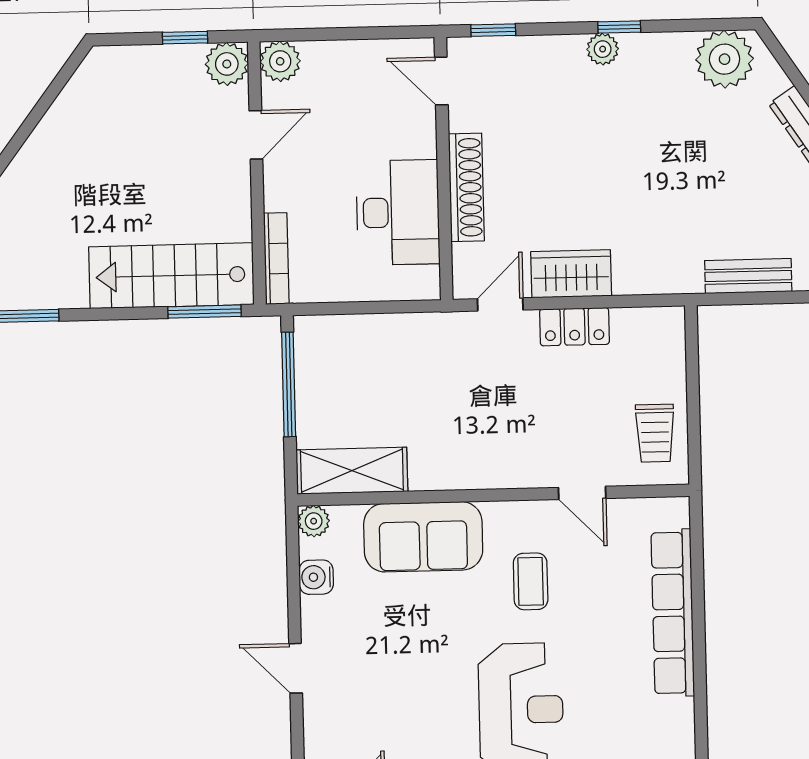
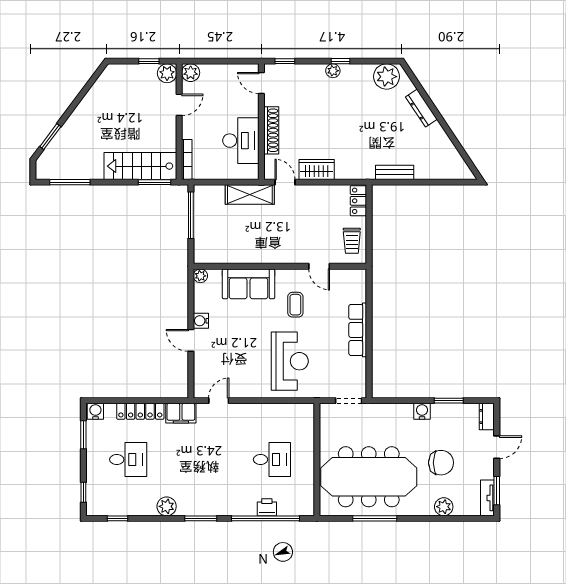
door: (500, 304) -> (285, 182), hinge flipped
locker: (574, 327) -> (358, 201), moved, turned 90
shelving: (352, 471) -> (250, 195), moved
water cooler: (316, 577) -> (201, 321), moved
row of seats: (673, 613) -> (358, 330), width x0.73

